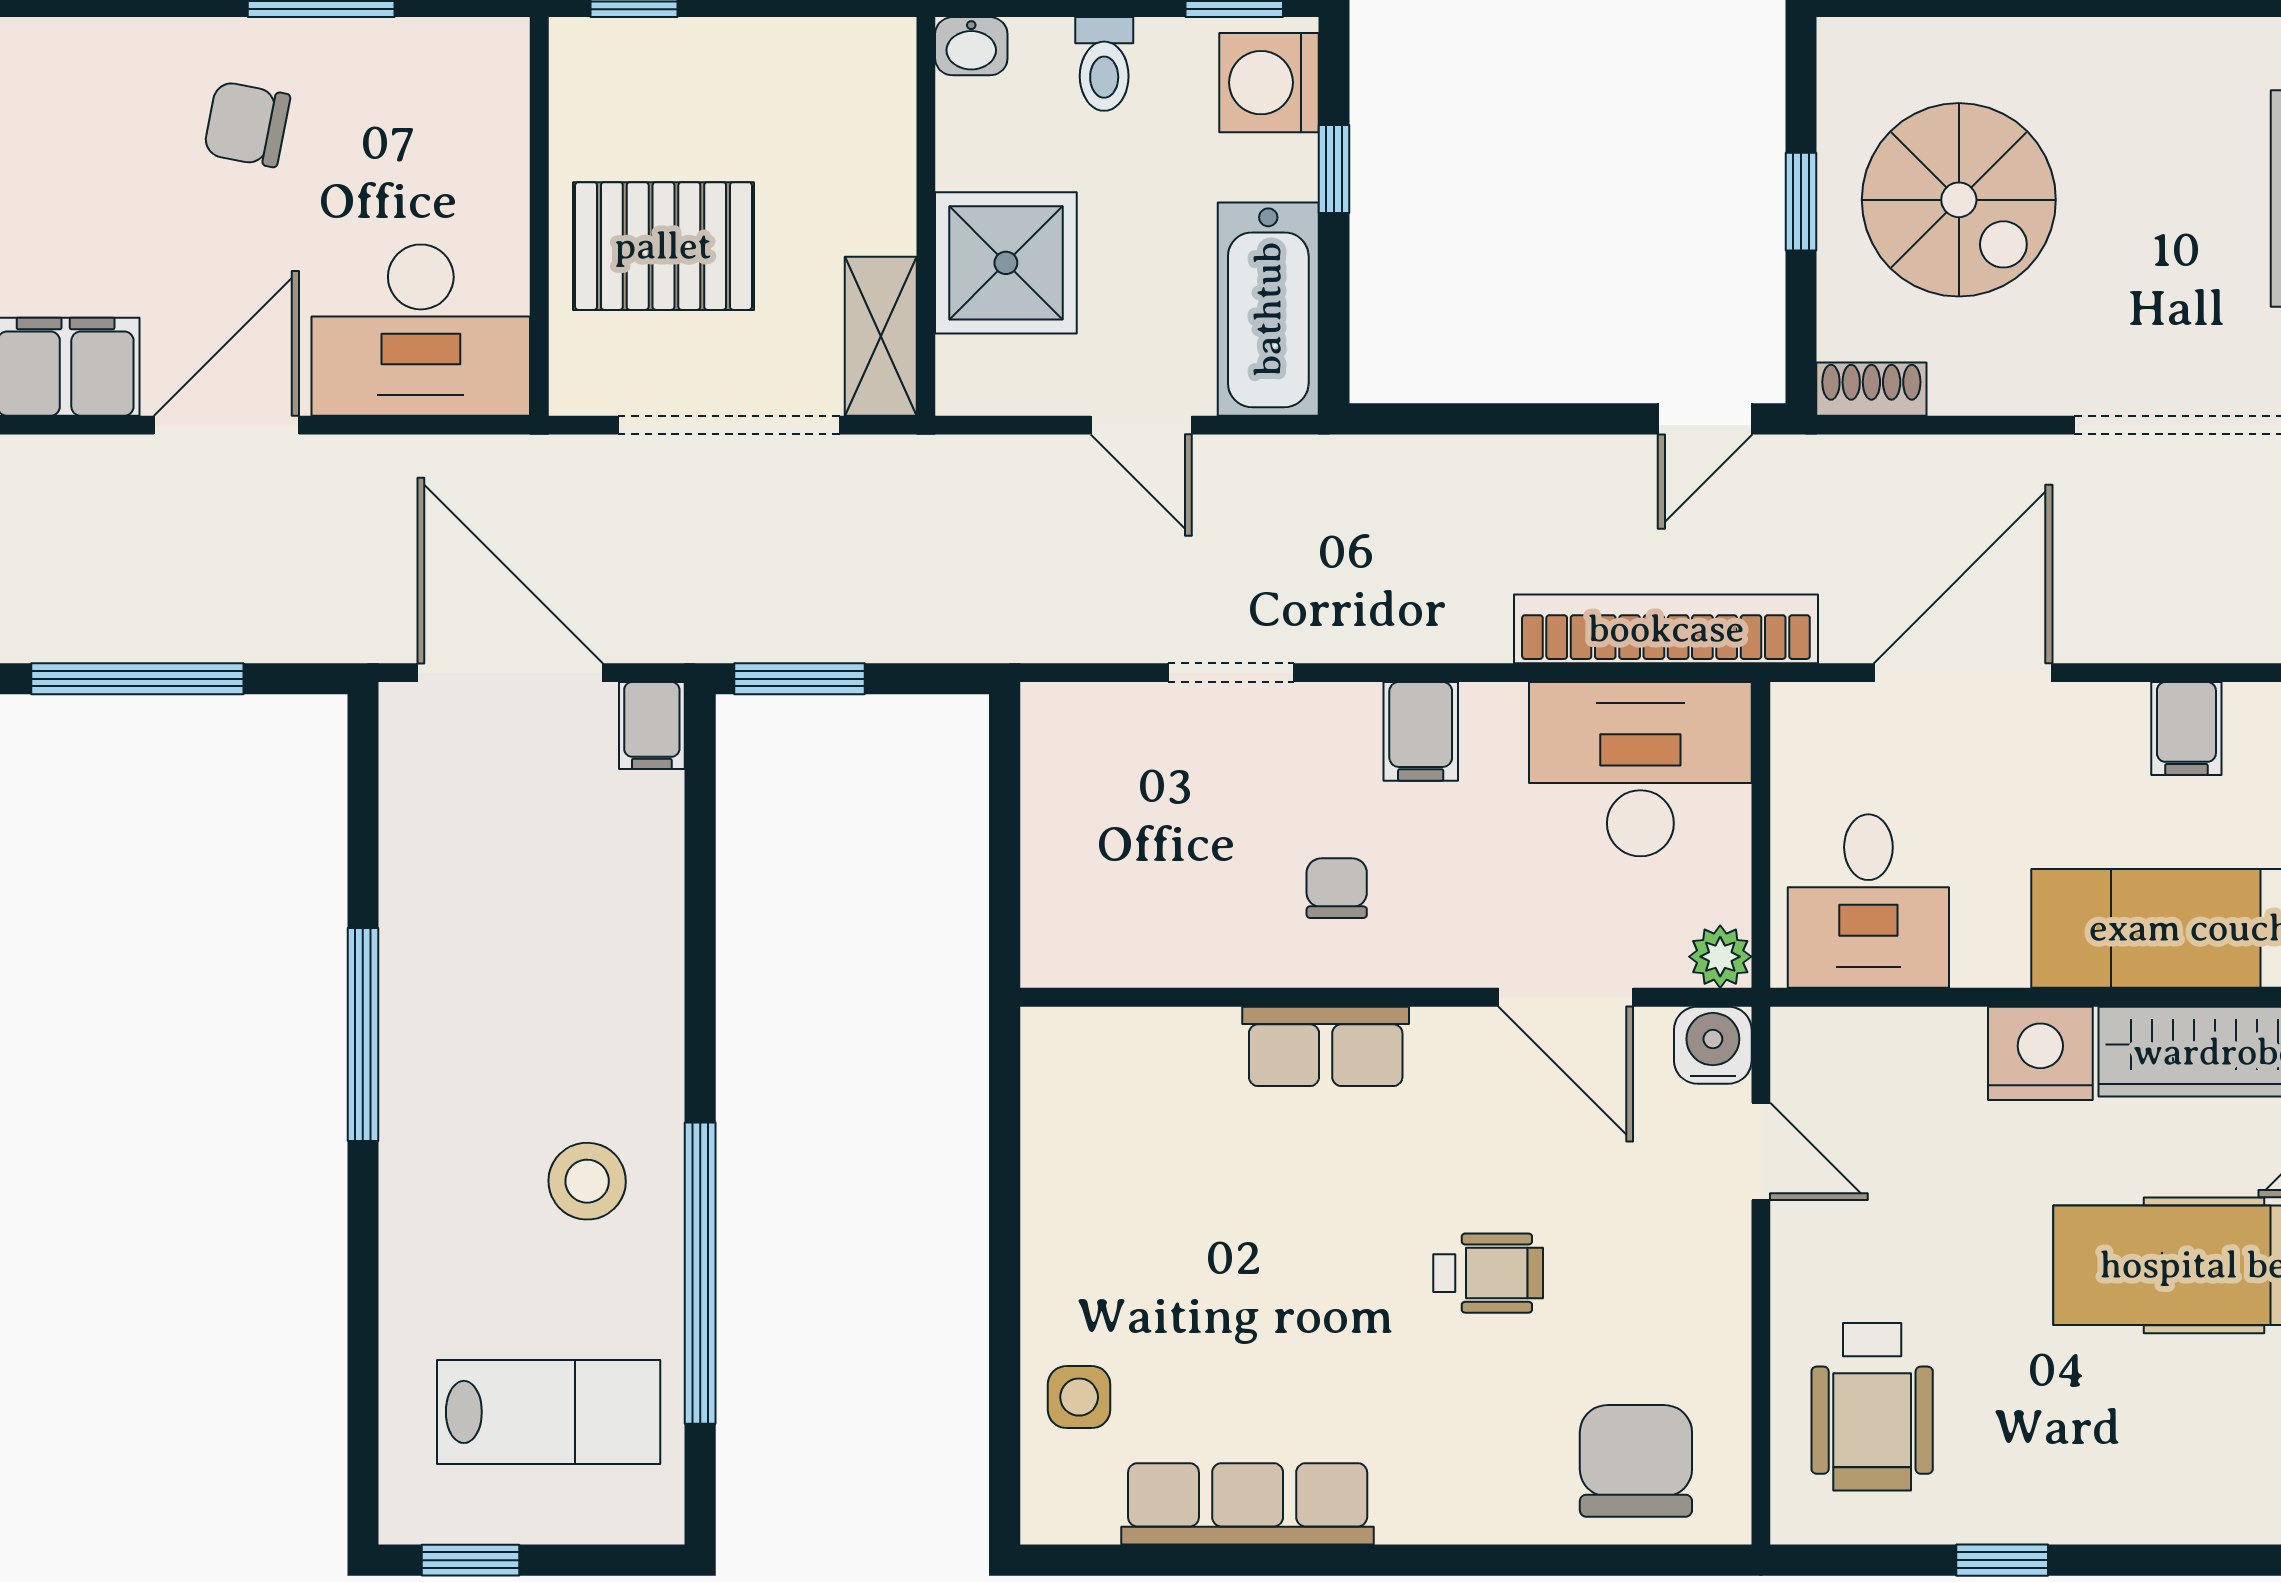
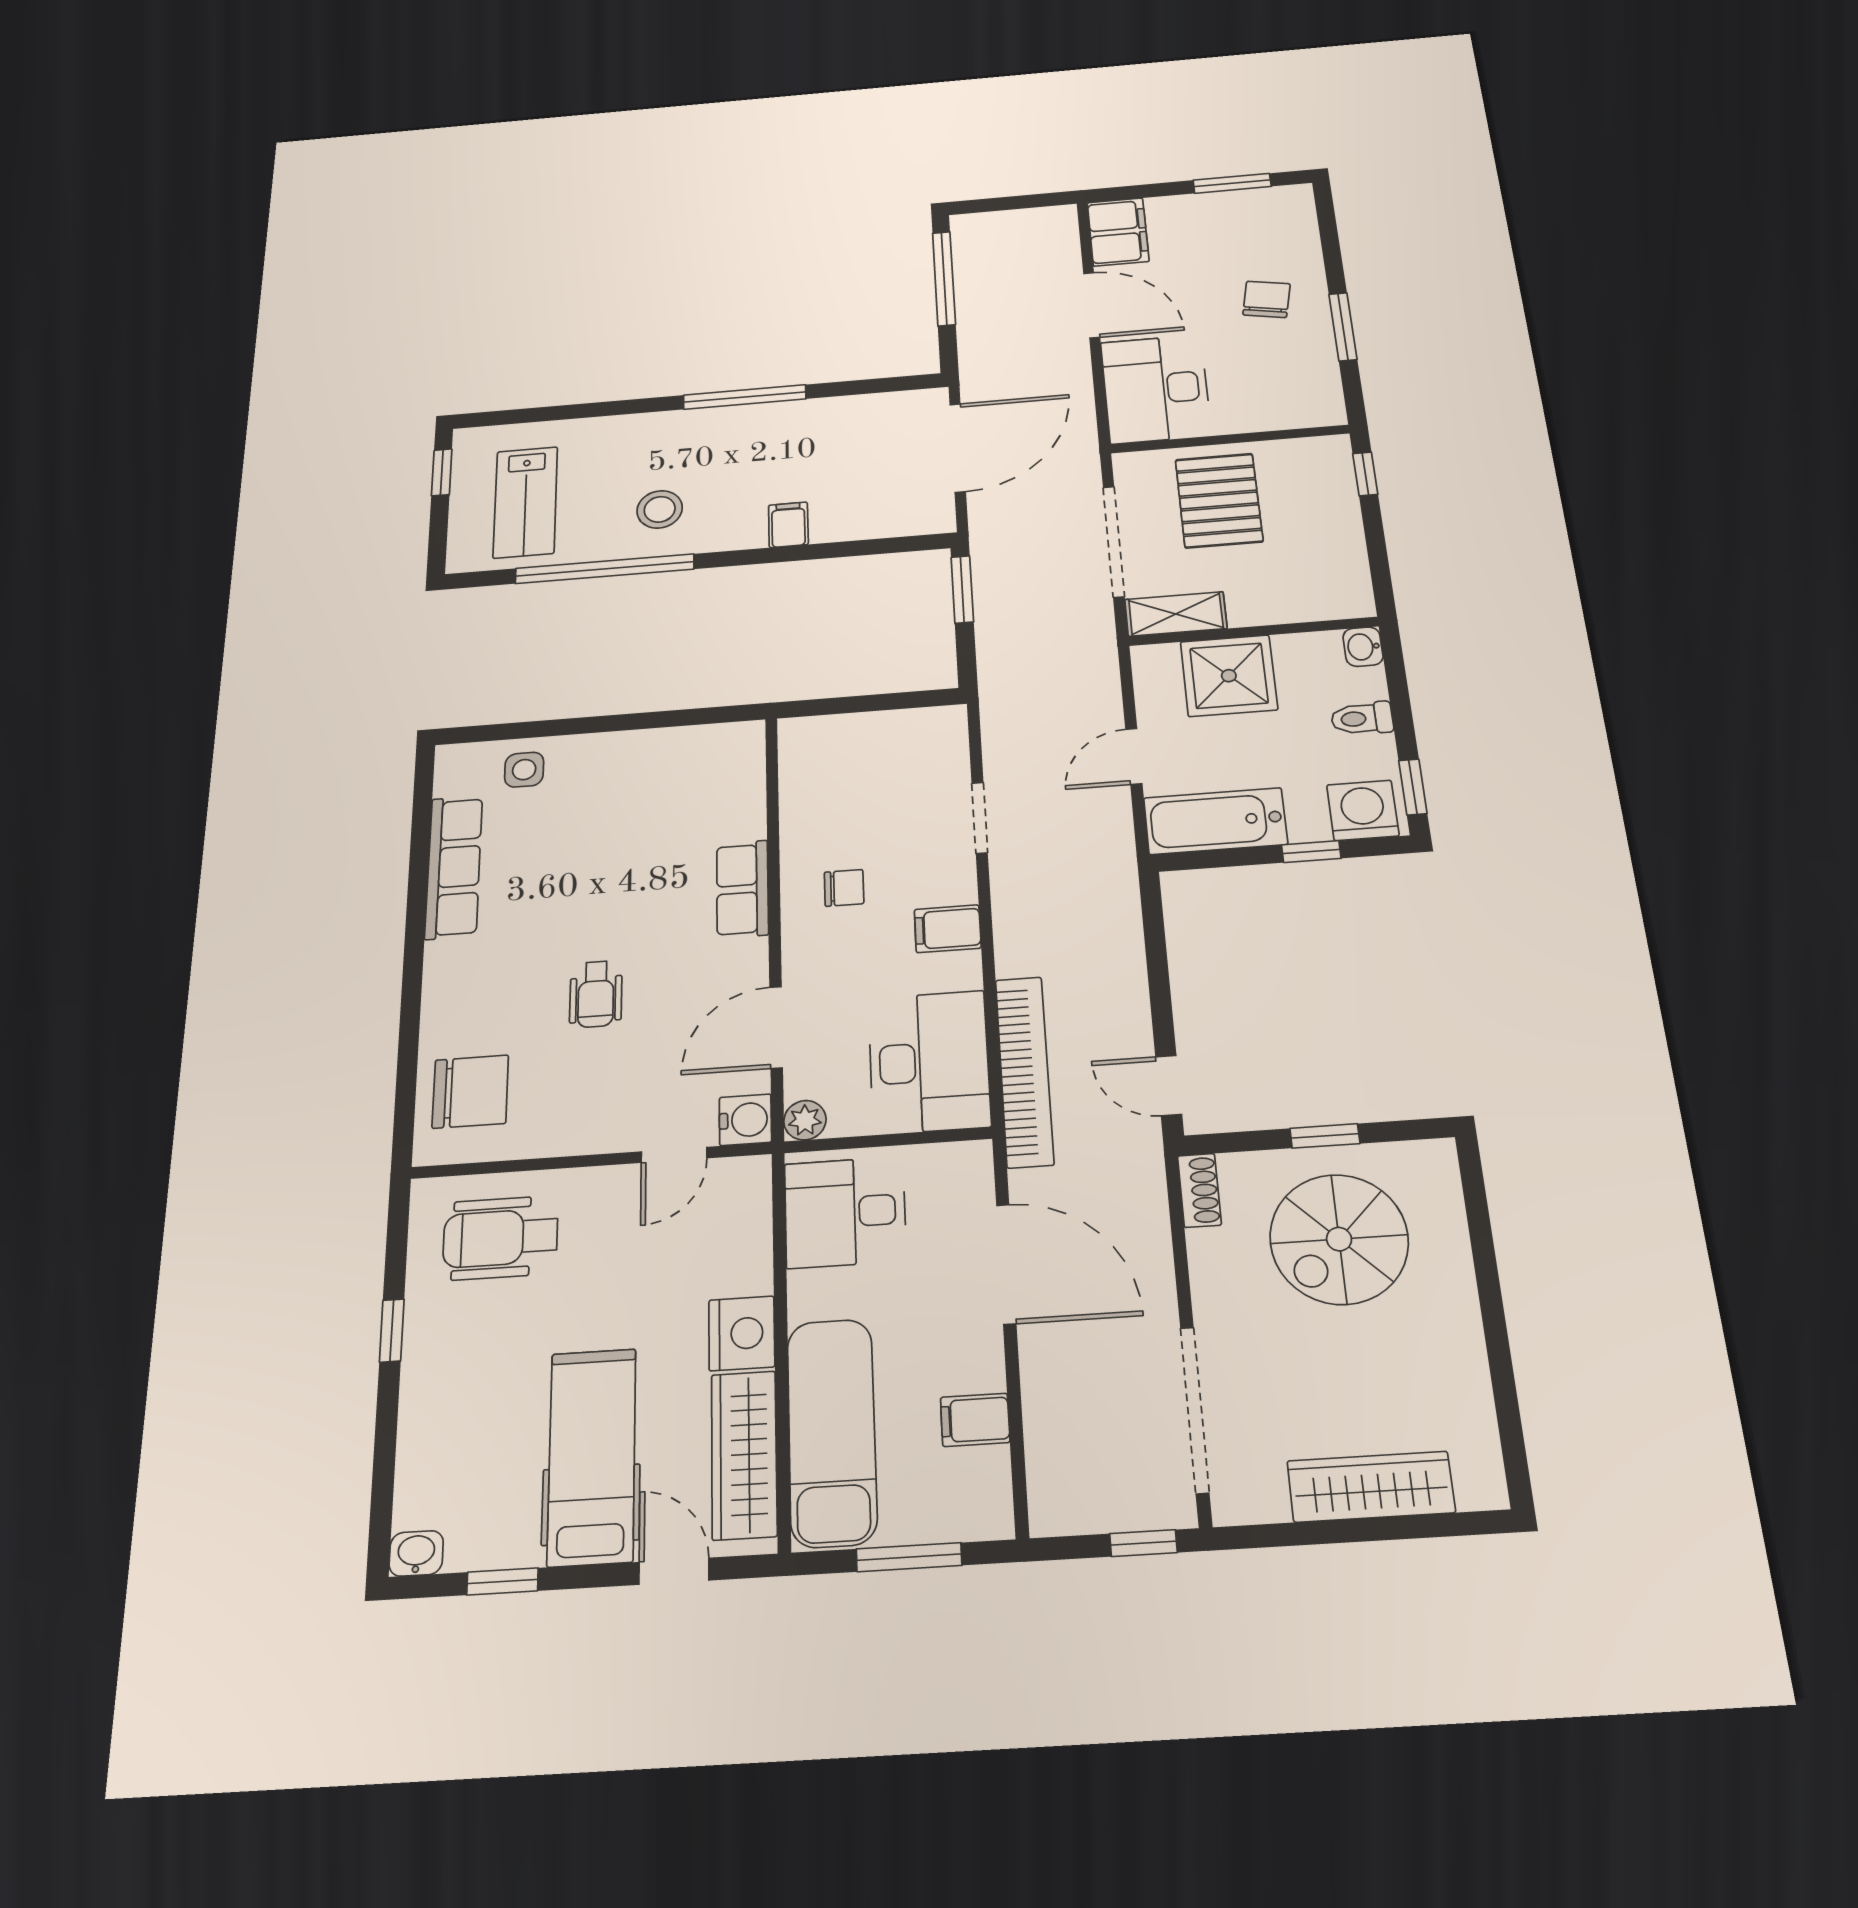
filing cabinet: (652, 725) -> (788, 525), moved, turned 90

